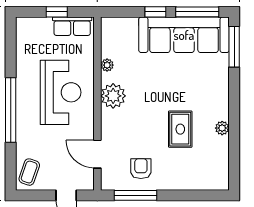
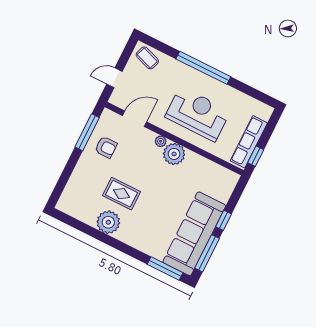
window: (57, 12) -> (256, 156), moved
row of seats: (72, 26) -> (249, 142), width x1.48
plant: (107, 65) -> (161, 141), moved
reception desk: (61, 92) -> (198, 114), turned 180
plant: (222, 128) -> (108, 222), width x1.88, depth x1.88

